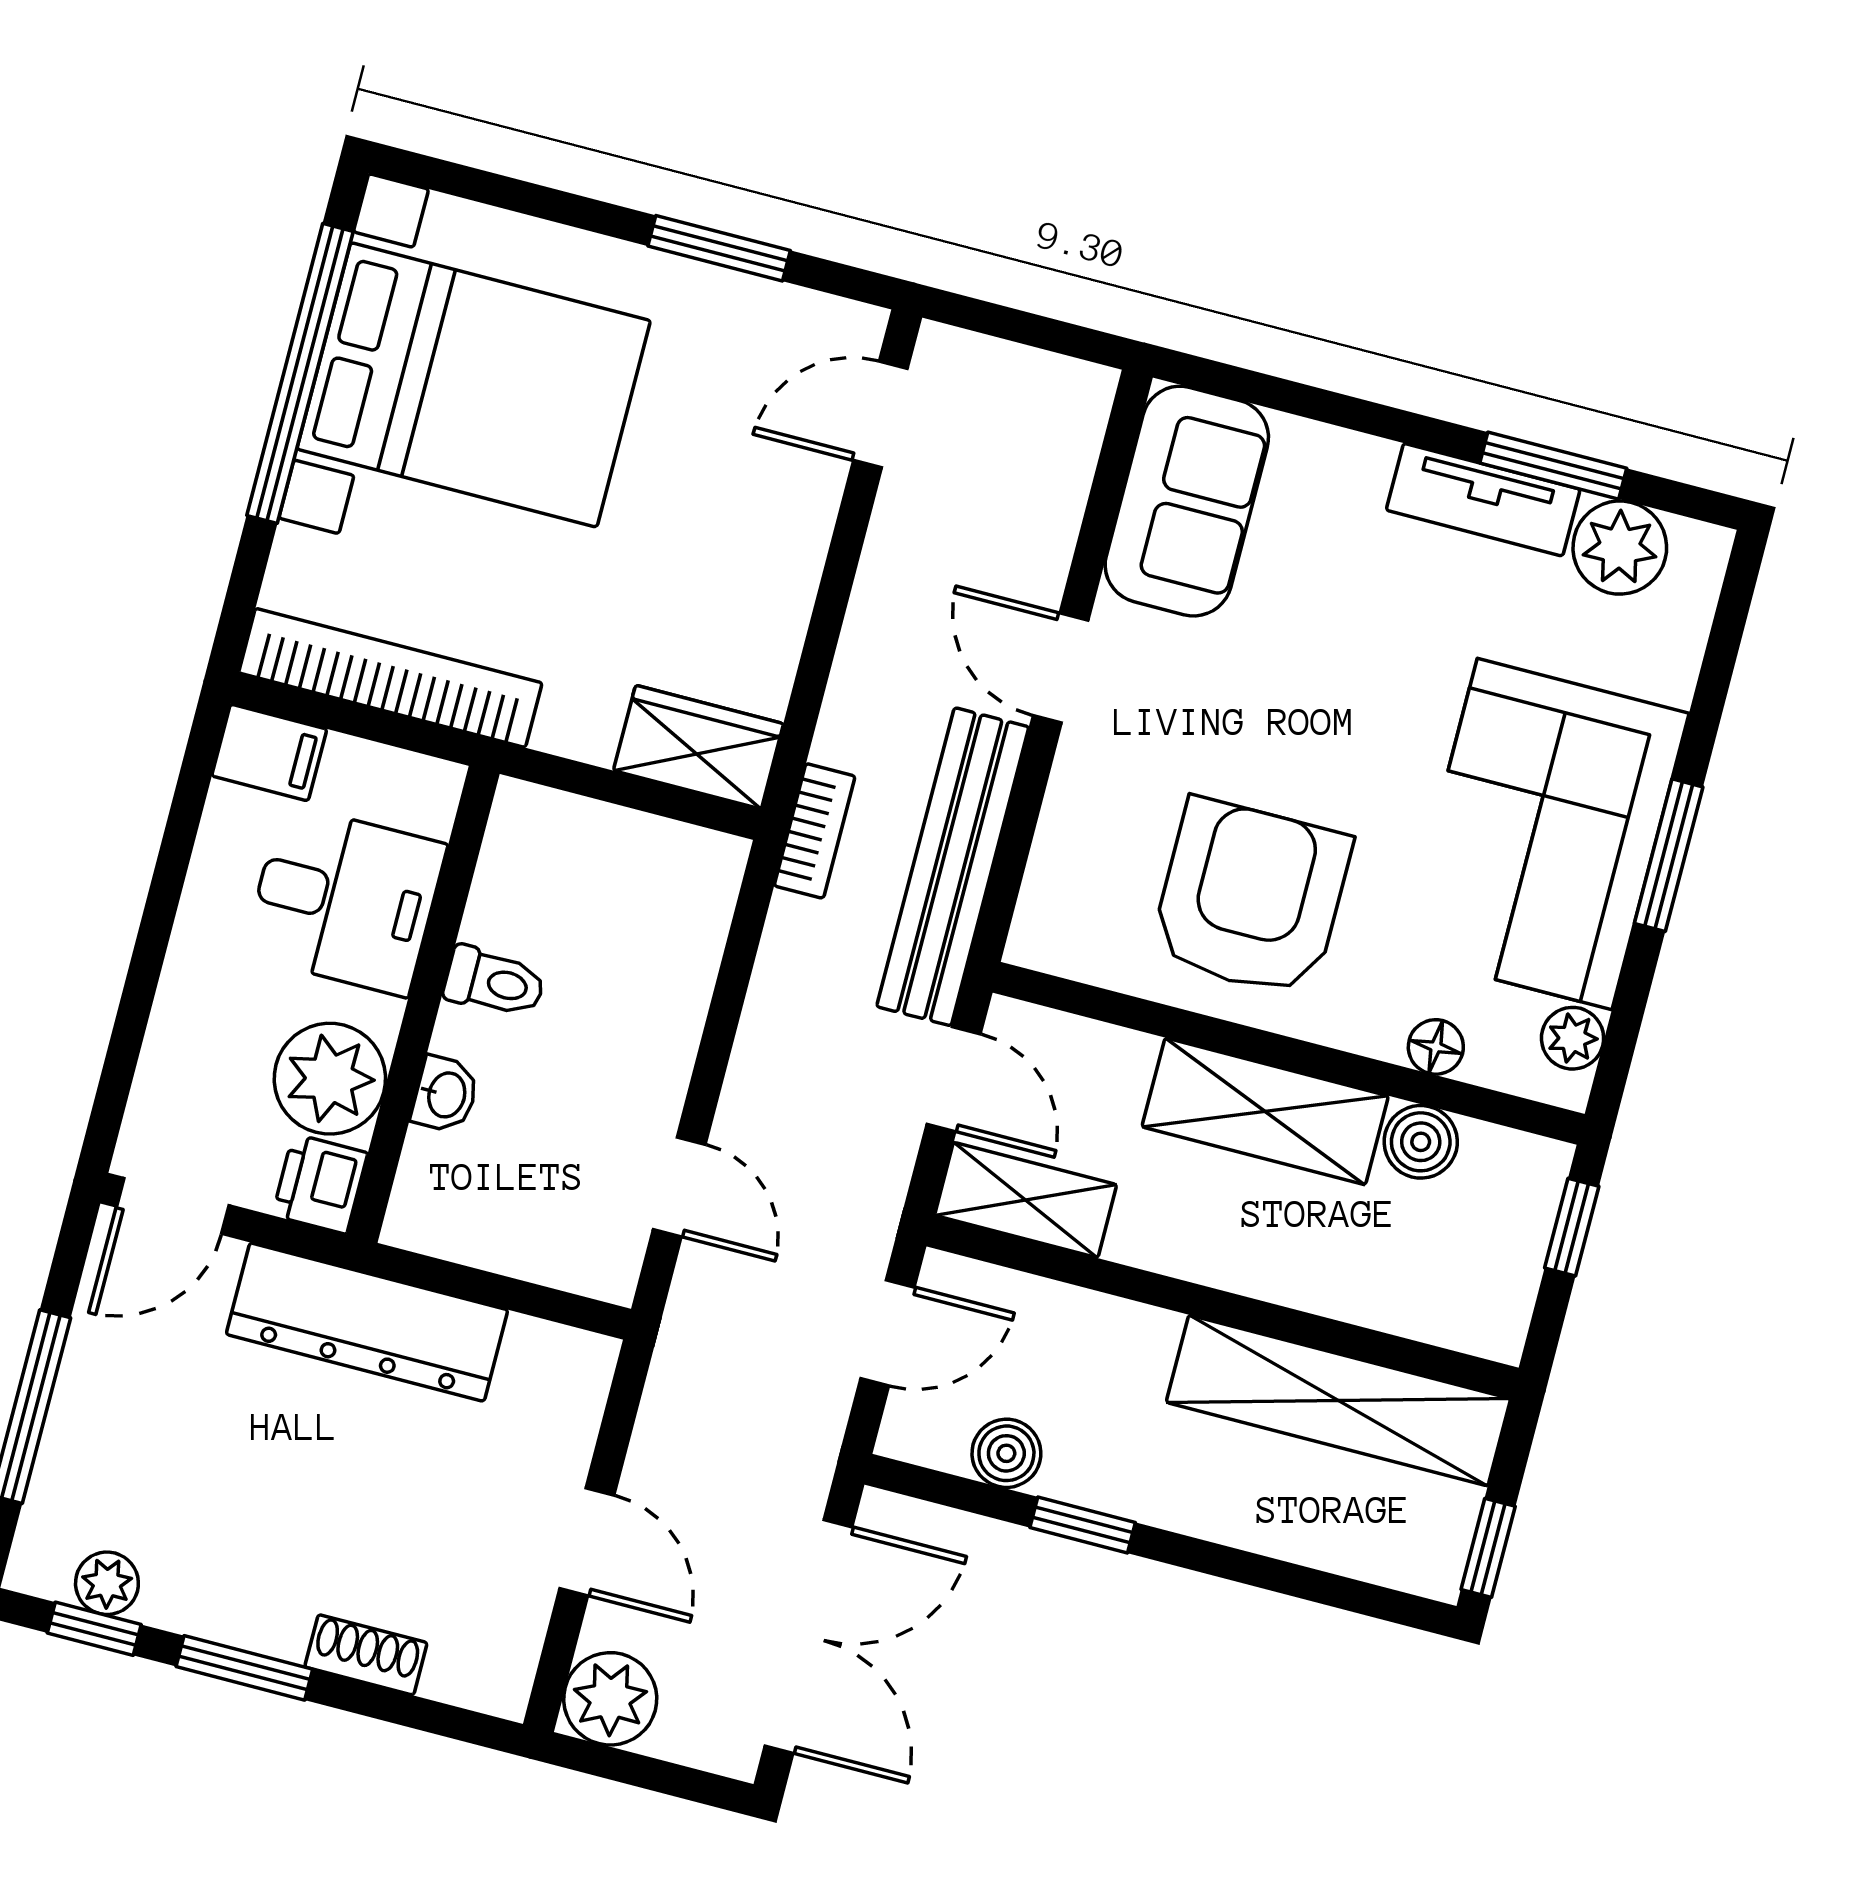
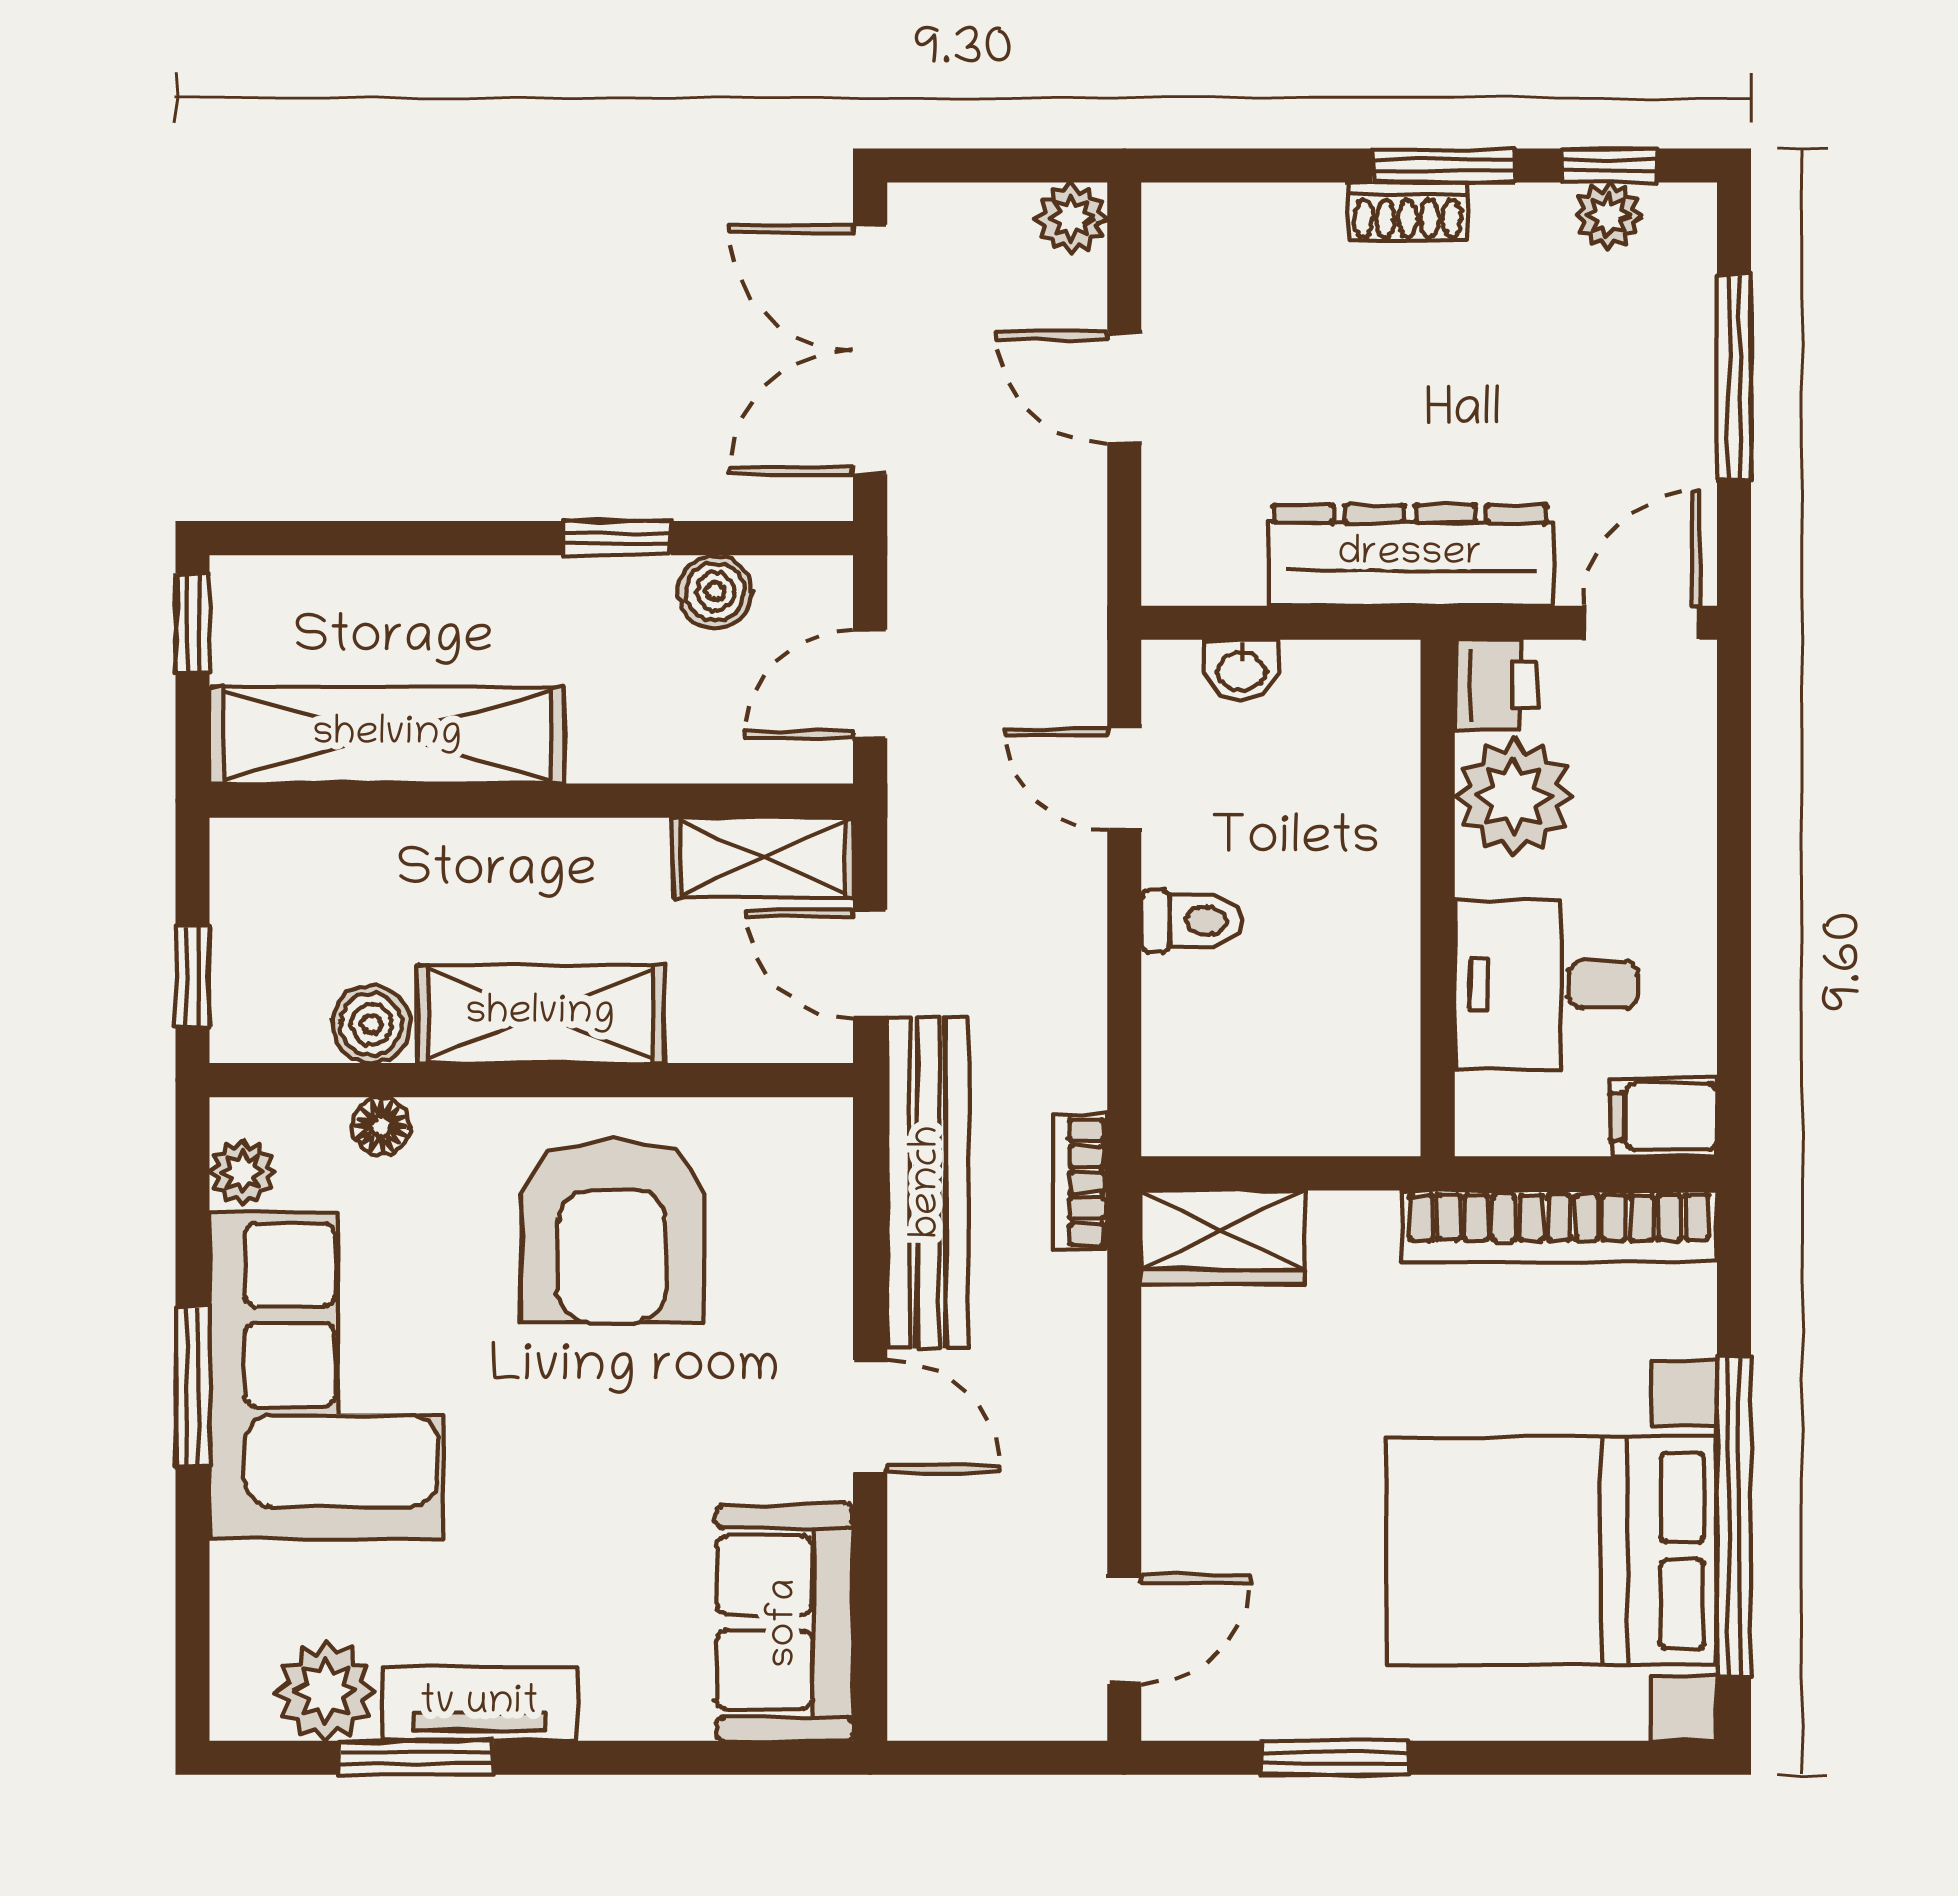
toilet: (494, 982) -> (1192, 921), moved, turned 180
washbasin: (445, 1094) -> (1241, 670), moved, turned -90
shoe rack: (366, 1655) -> (1408, 212), moved
plant: (610, 1699) -> (1071, 218), width x0.73, depth x0.73

